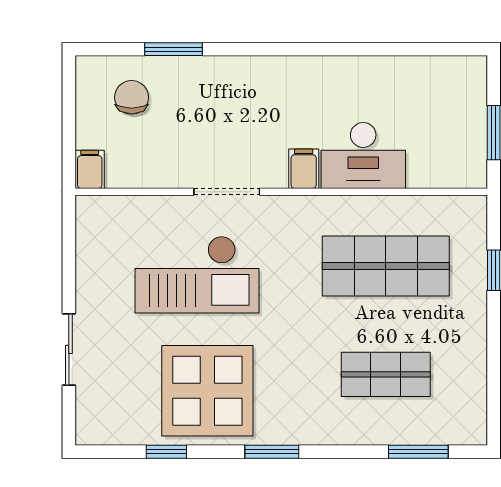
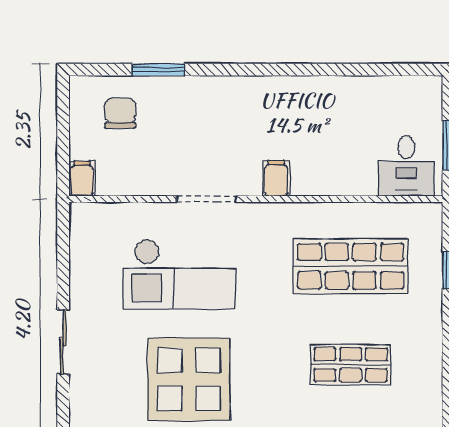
desk: (363, 155) -> (406, 166), moved, width x0.73

